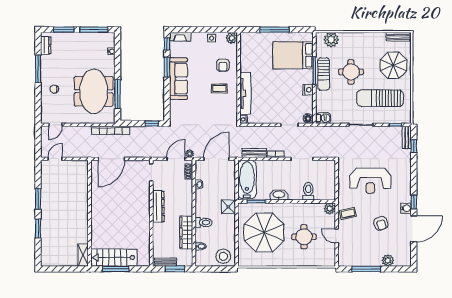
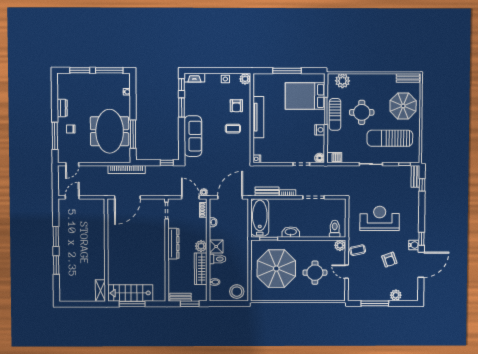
dresser: (46, 45) -> (62, 108), moved
window: (38, 69) -> (55, 136), moved
sofa: (178, 79) -> (193, 136), moved
tv unit: (245, 93) -> (258, 117), moved
door: (176, 159) -> (190, 197), hinge flipped
reception desk: (370, 181) -> (380, 218), turned 180
toilet: (308, 191) -> (335, 229), moved
shower: (228, 207) -> (216, 247), moved
plant: (187, 209) -> (201, 246), added

